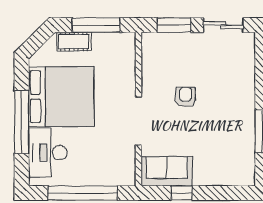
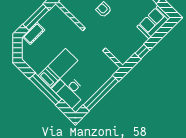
bed: (61, 97) -> (58, 68), width x0.49
sofa: (167, 171) -> (154, 22), moved

